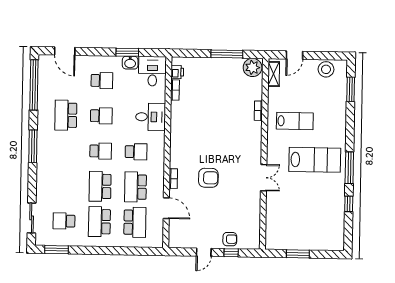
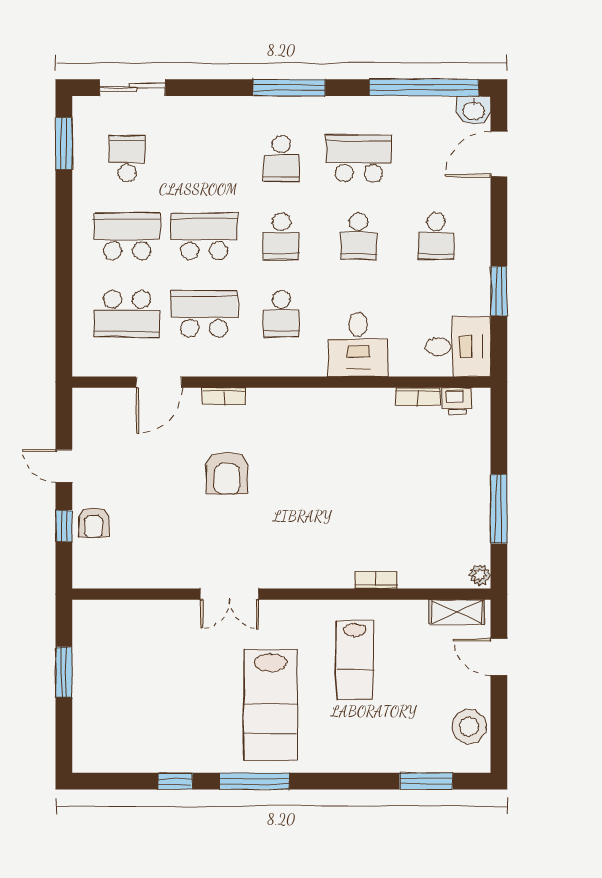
washbasin: (130, 63) -> (474, 110), moved, turned -90
plant: (253, 67) -> (480, 575), width x0.53, depth x0.53
school desk: (65, 150) -> (281, 159), added

